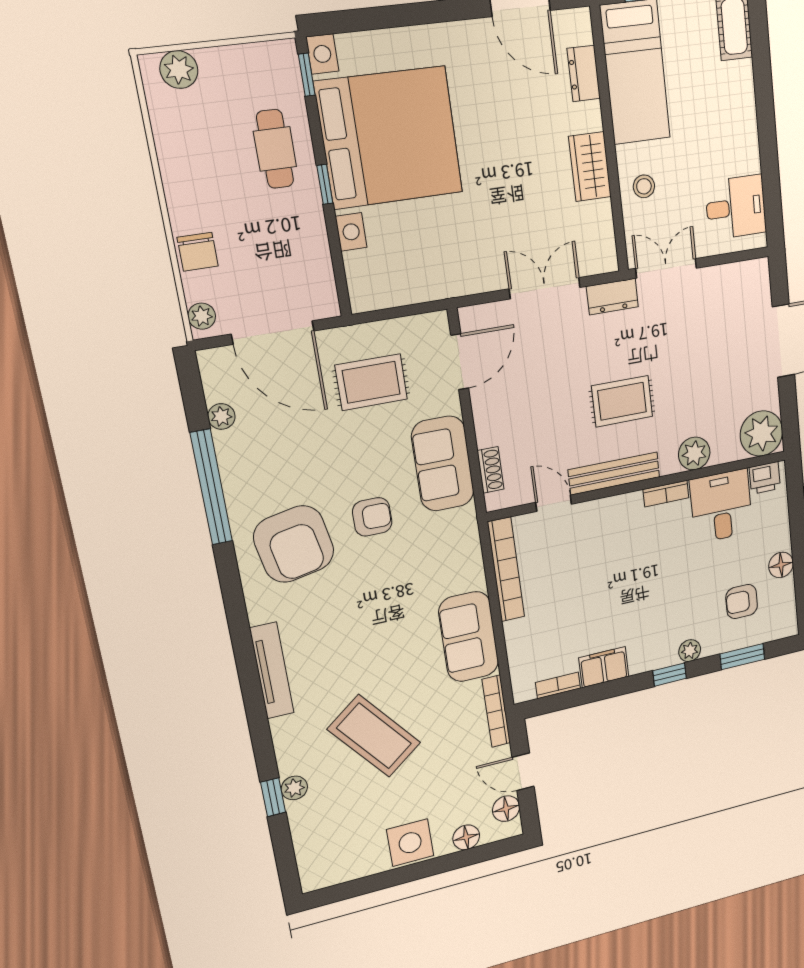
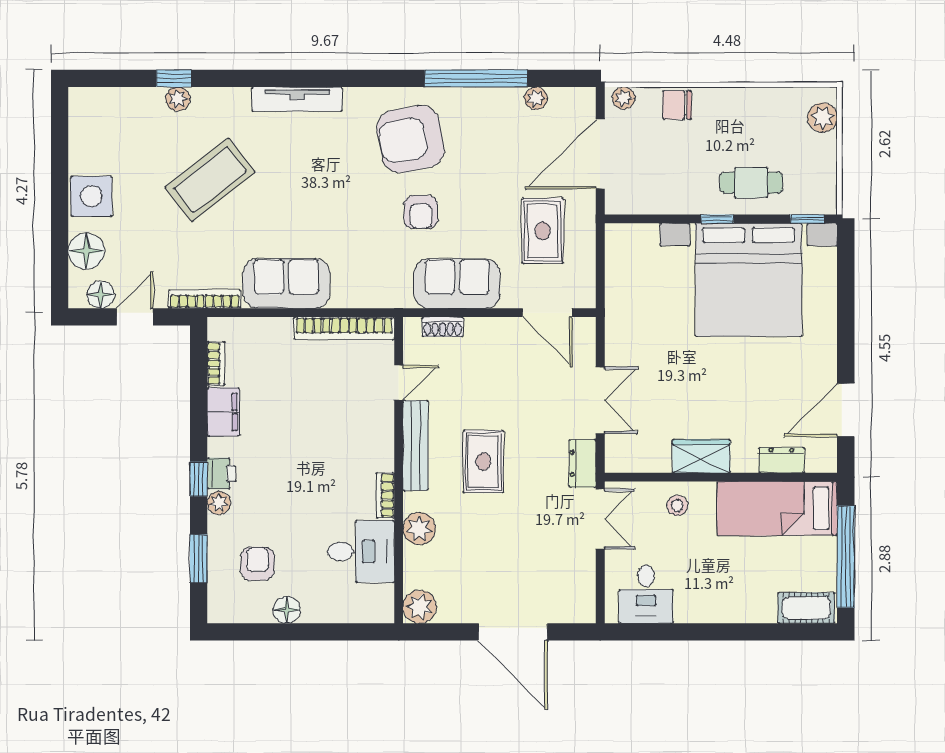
plant: (761, 433) -> (420, 607), width x0.73, depth x0.73
printer: (765, 478) -> (221, 473), moved, turned 180
floor lamp: (466, 837) -> (86, 251), width x1.38, depth x1.38

